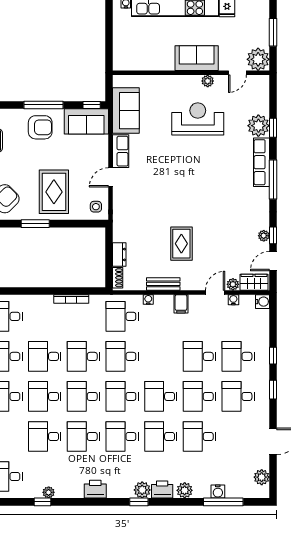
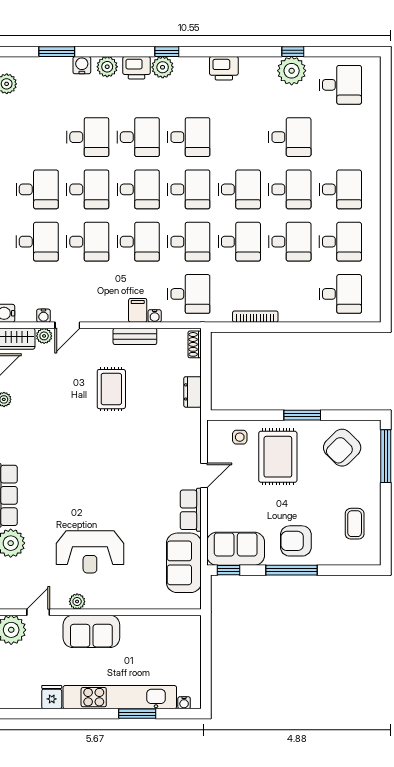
side table: (96, 207) -> (240, 437), moved
dresser: (119, 254) -> (192, 392), moved
filing cabinet: (181, 304) -> (138, 310), moved
desk: (84, 436) -> (138, 242), moved
plant: (49, 492) -> (292, 71), width x1.87, depth x1.87
water cooler: (218, 492) -> (82, 65), moved
window: (223, 502) -> (57, 52), width x0.69

